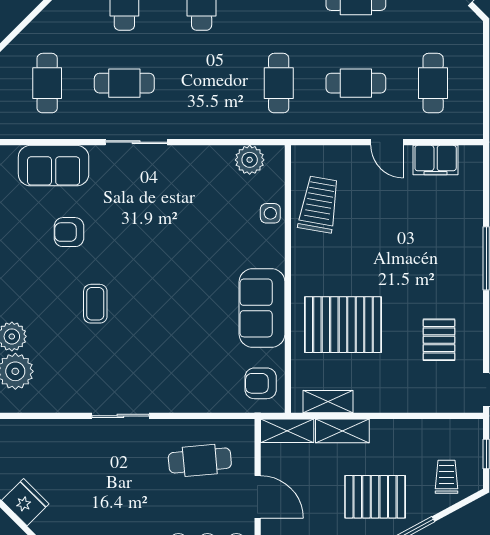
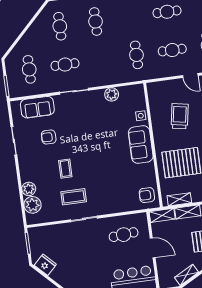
plant: (250, 160) -> (112, 94), moved
trolley: (319, 204) -> (180, 116), moved
sofa: (262, 308) -> (141, 145), moved
coffee table: (105, 366) -> (74, 197), added

